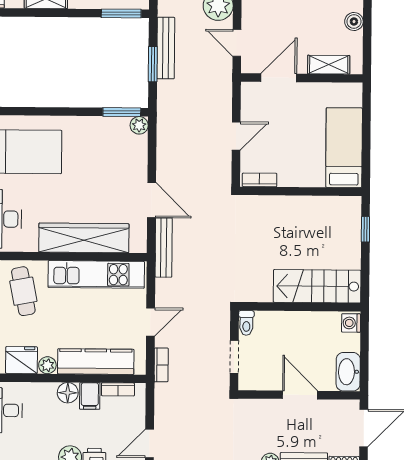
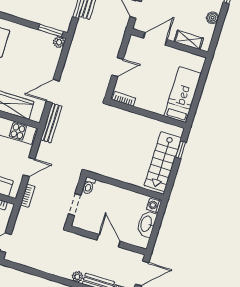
door: (152, 200) -> (53, 91), swing flipped
stairs: (317, 286) -> (163, 162), moved, turned -90
washbasin: (348, 372) -> (147, 224), moved

